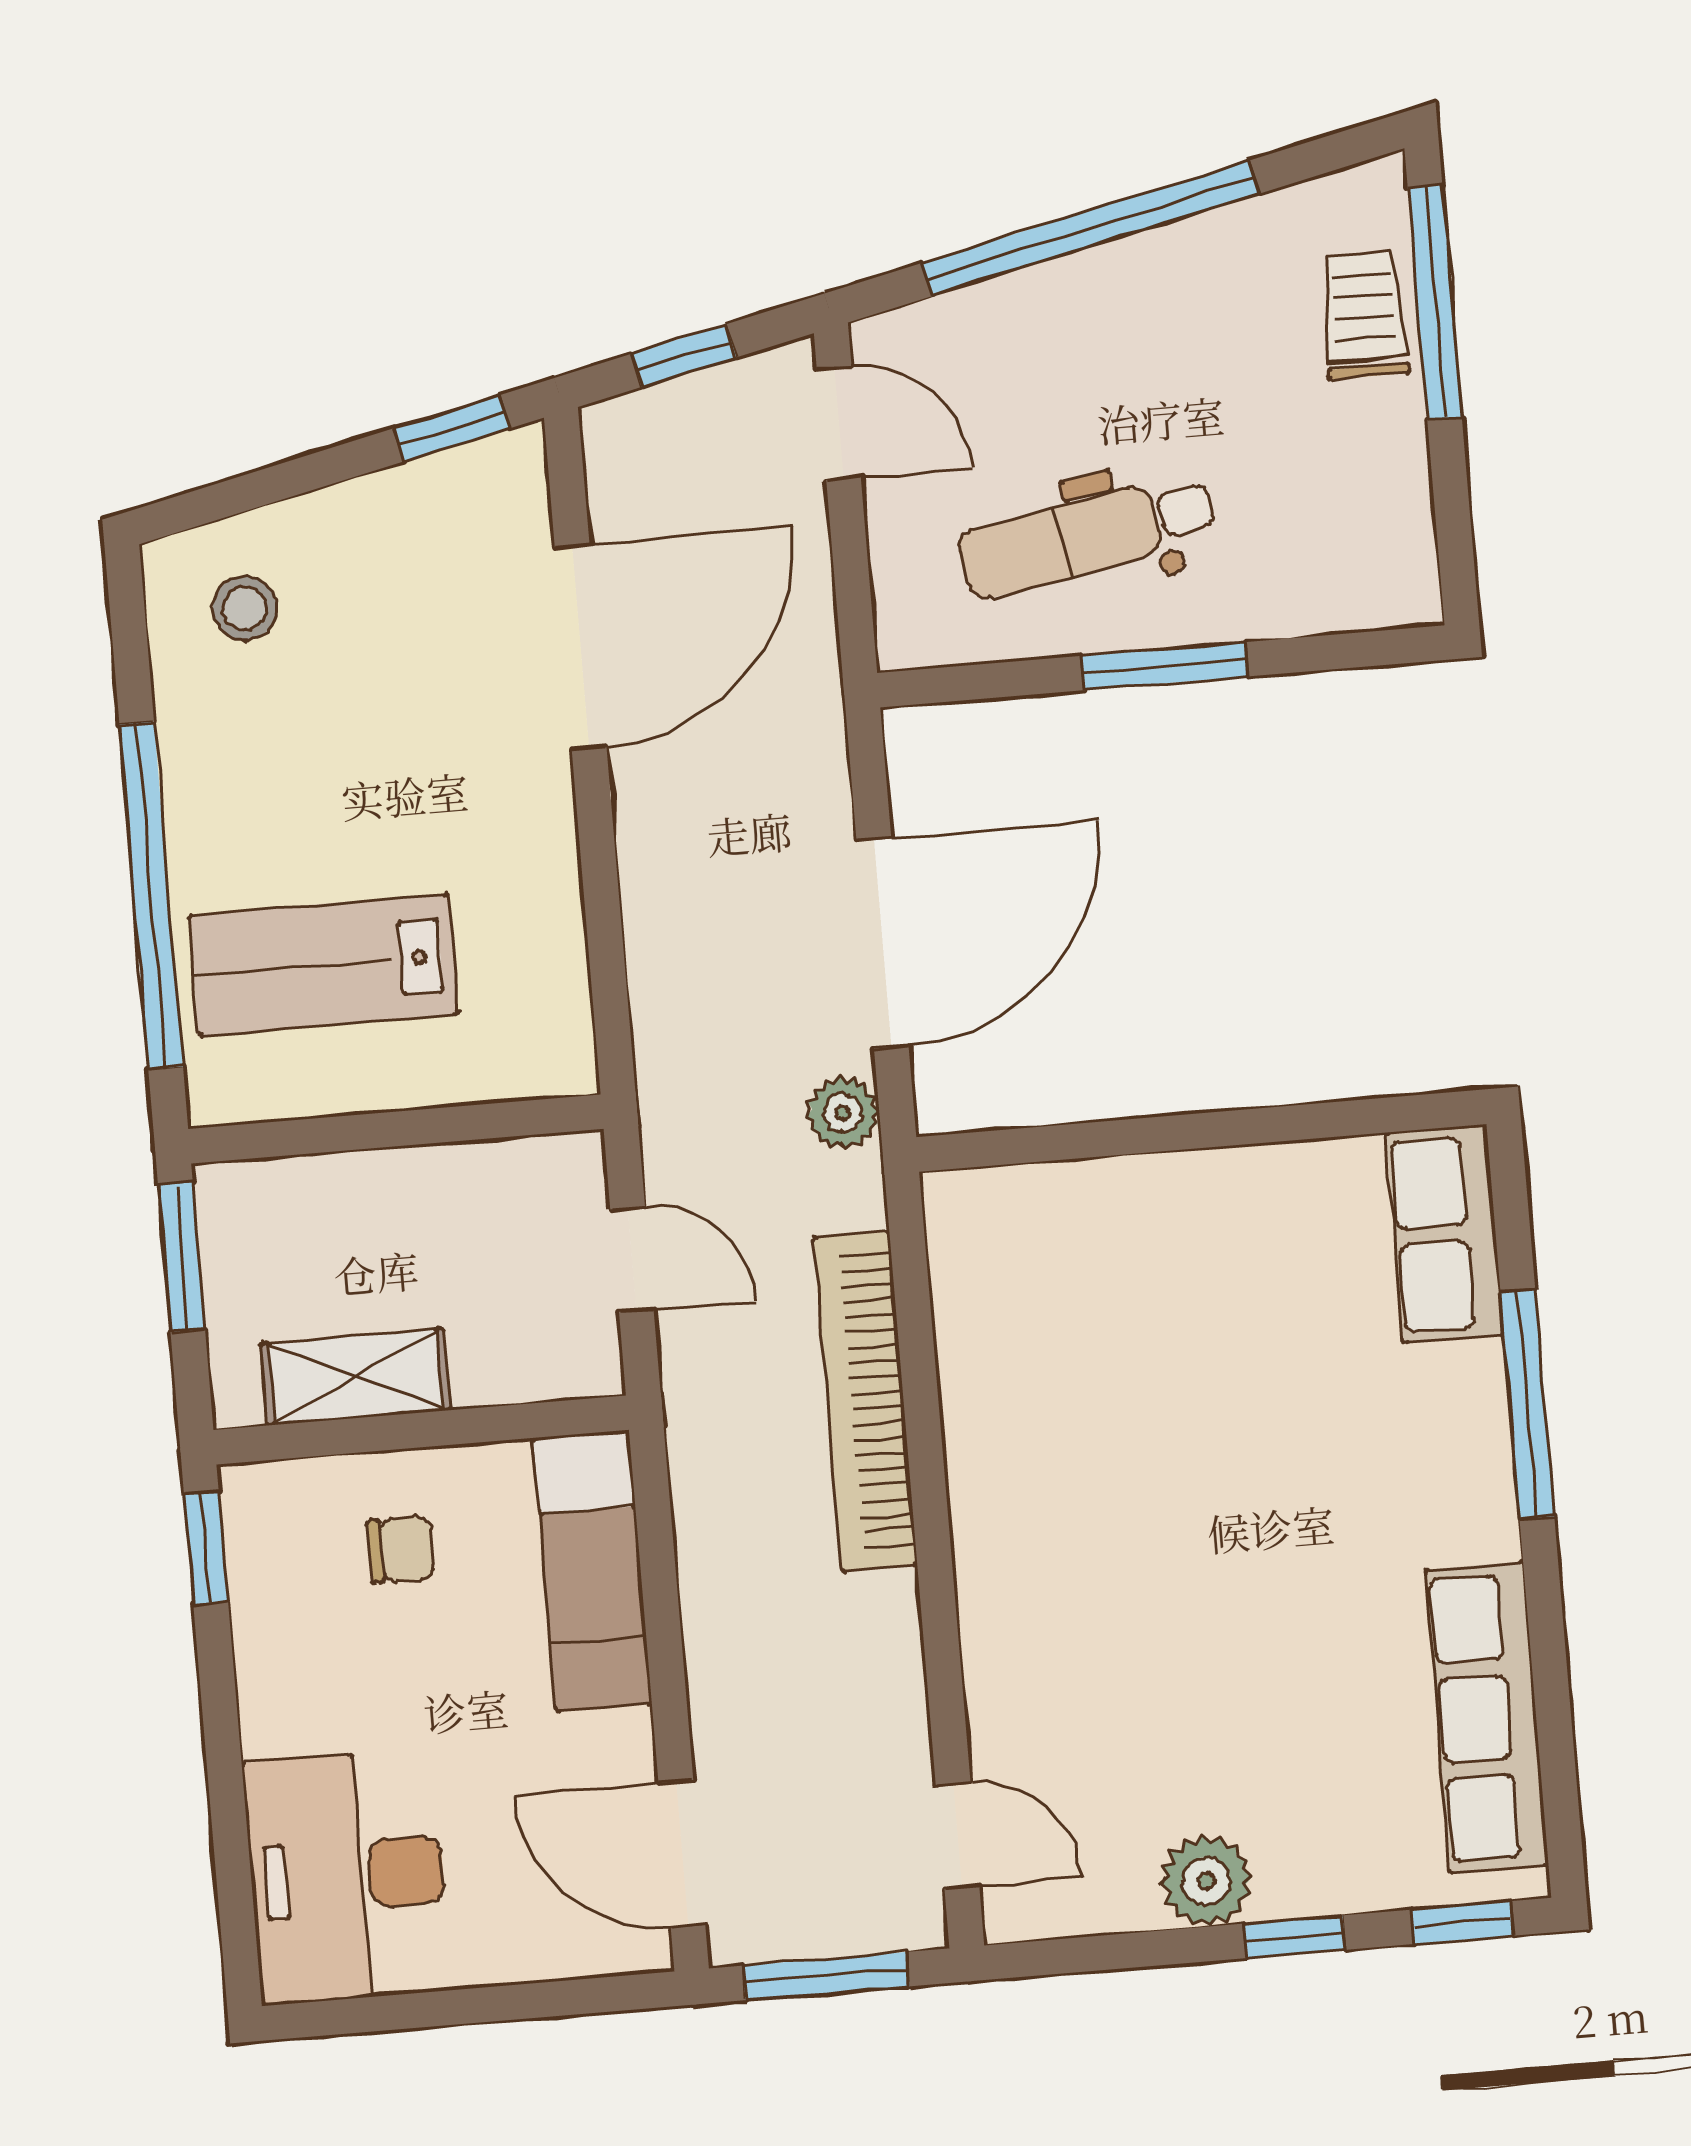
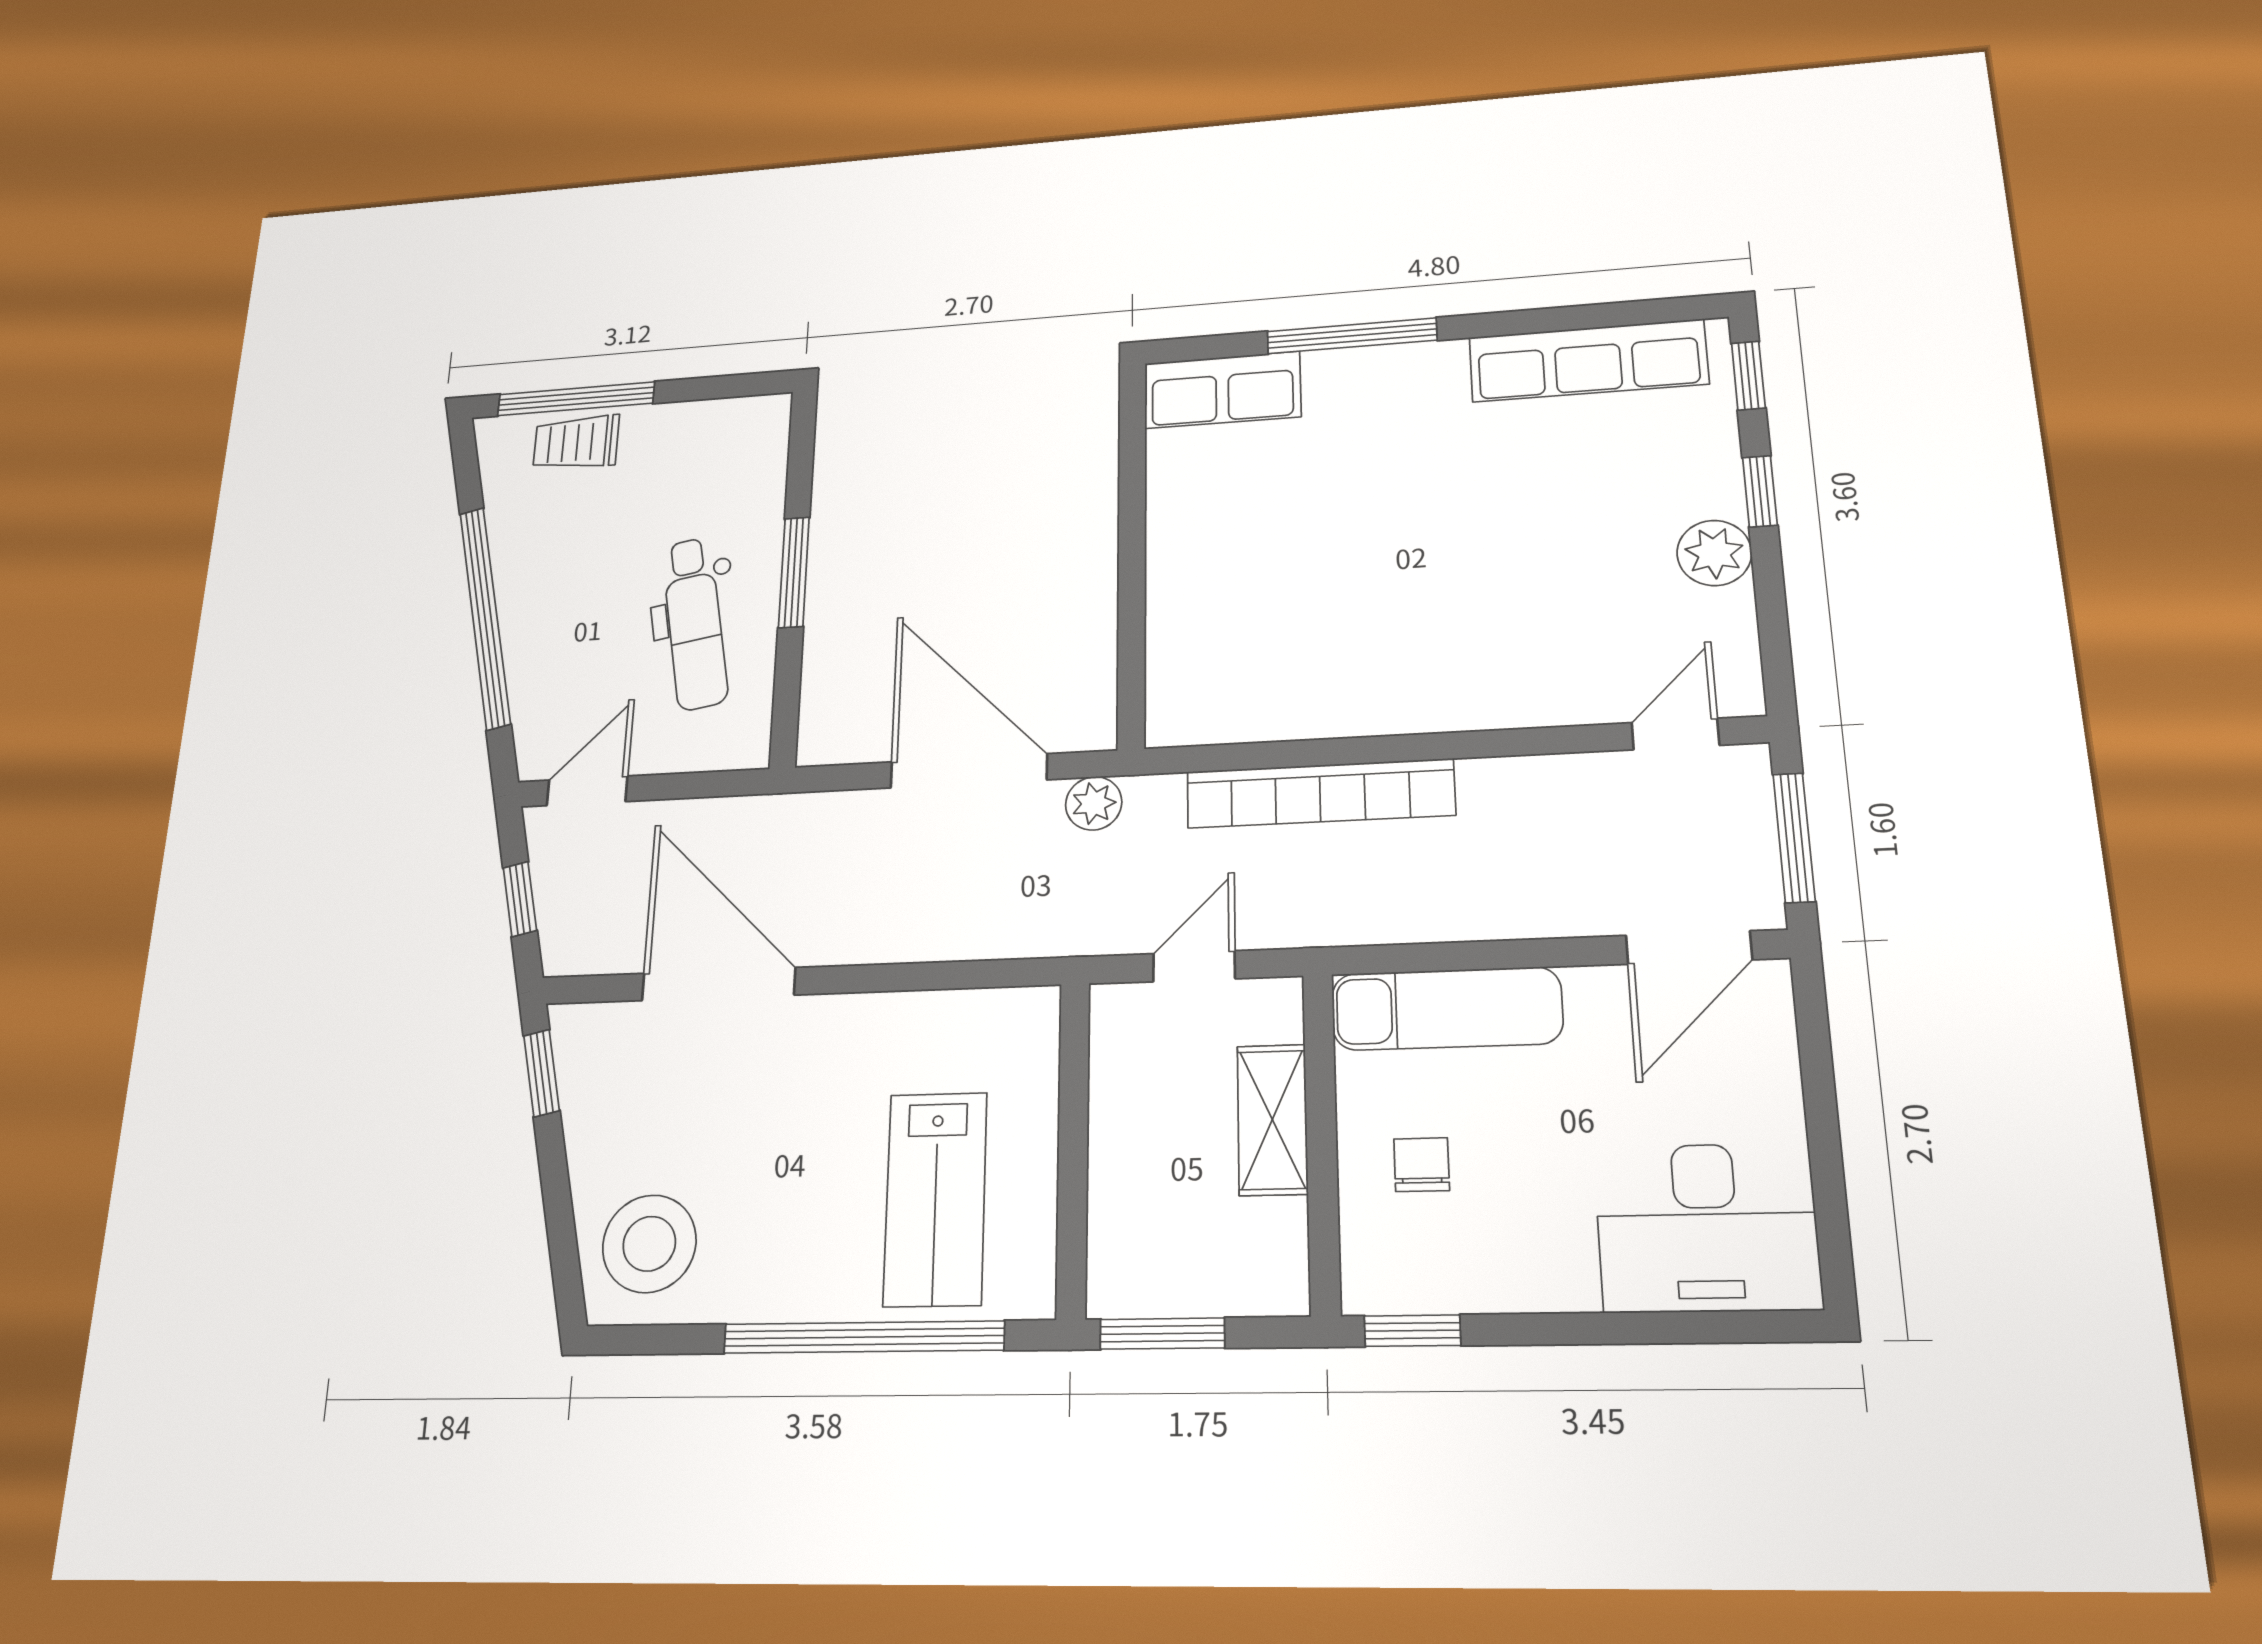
stool: (245, 608) -> (649, 1244), width x1.89, depth x1.89
shelving: (355, 1377) -> (1272, 1120), moved

